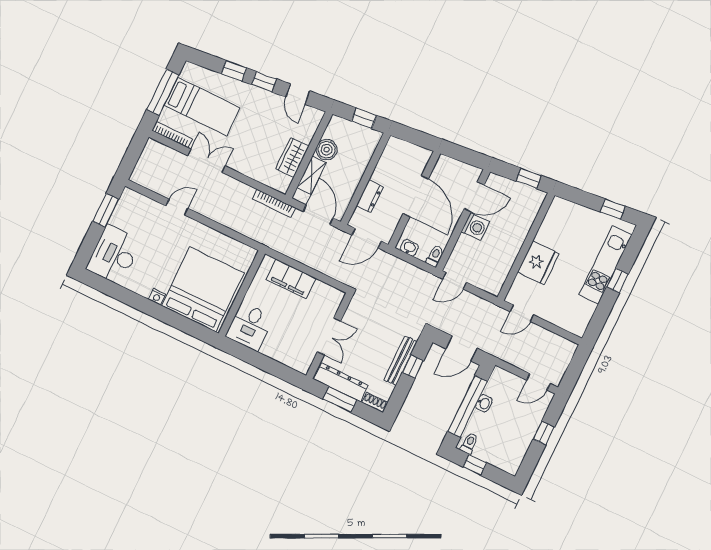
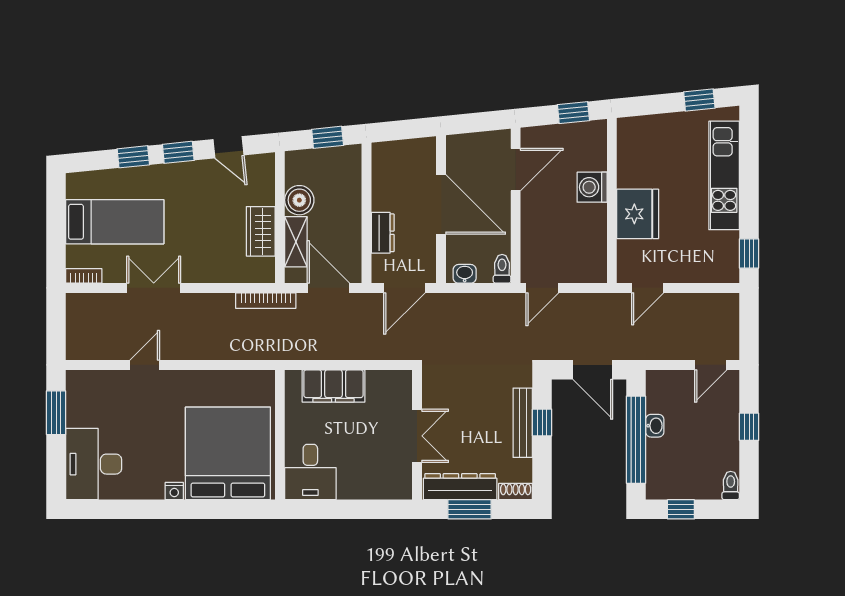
window: (163, 92) -> (56, 228), removed
bookcase: (172, 135) -> (84, 276), width x0.64
washing machine: (475, 227) -> (592, 187), moved, turned 180
window: (618, 281) -> (749, 253), moved
door: (462, 348) -> (593, 370), hinge flipped
toilet: (469, 443) -> (731, 485), moved

